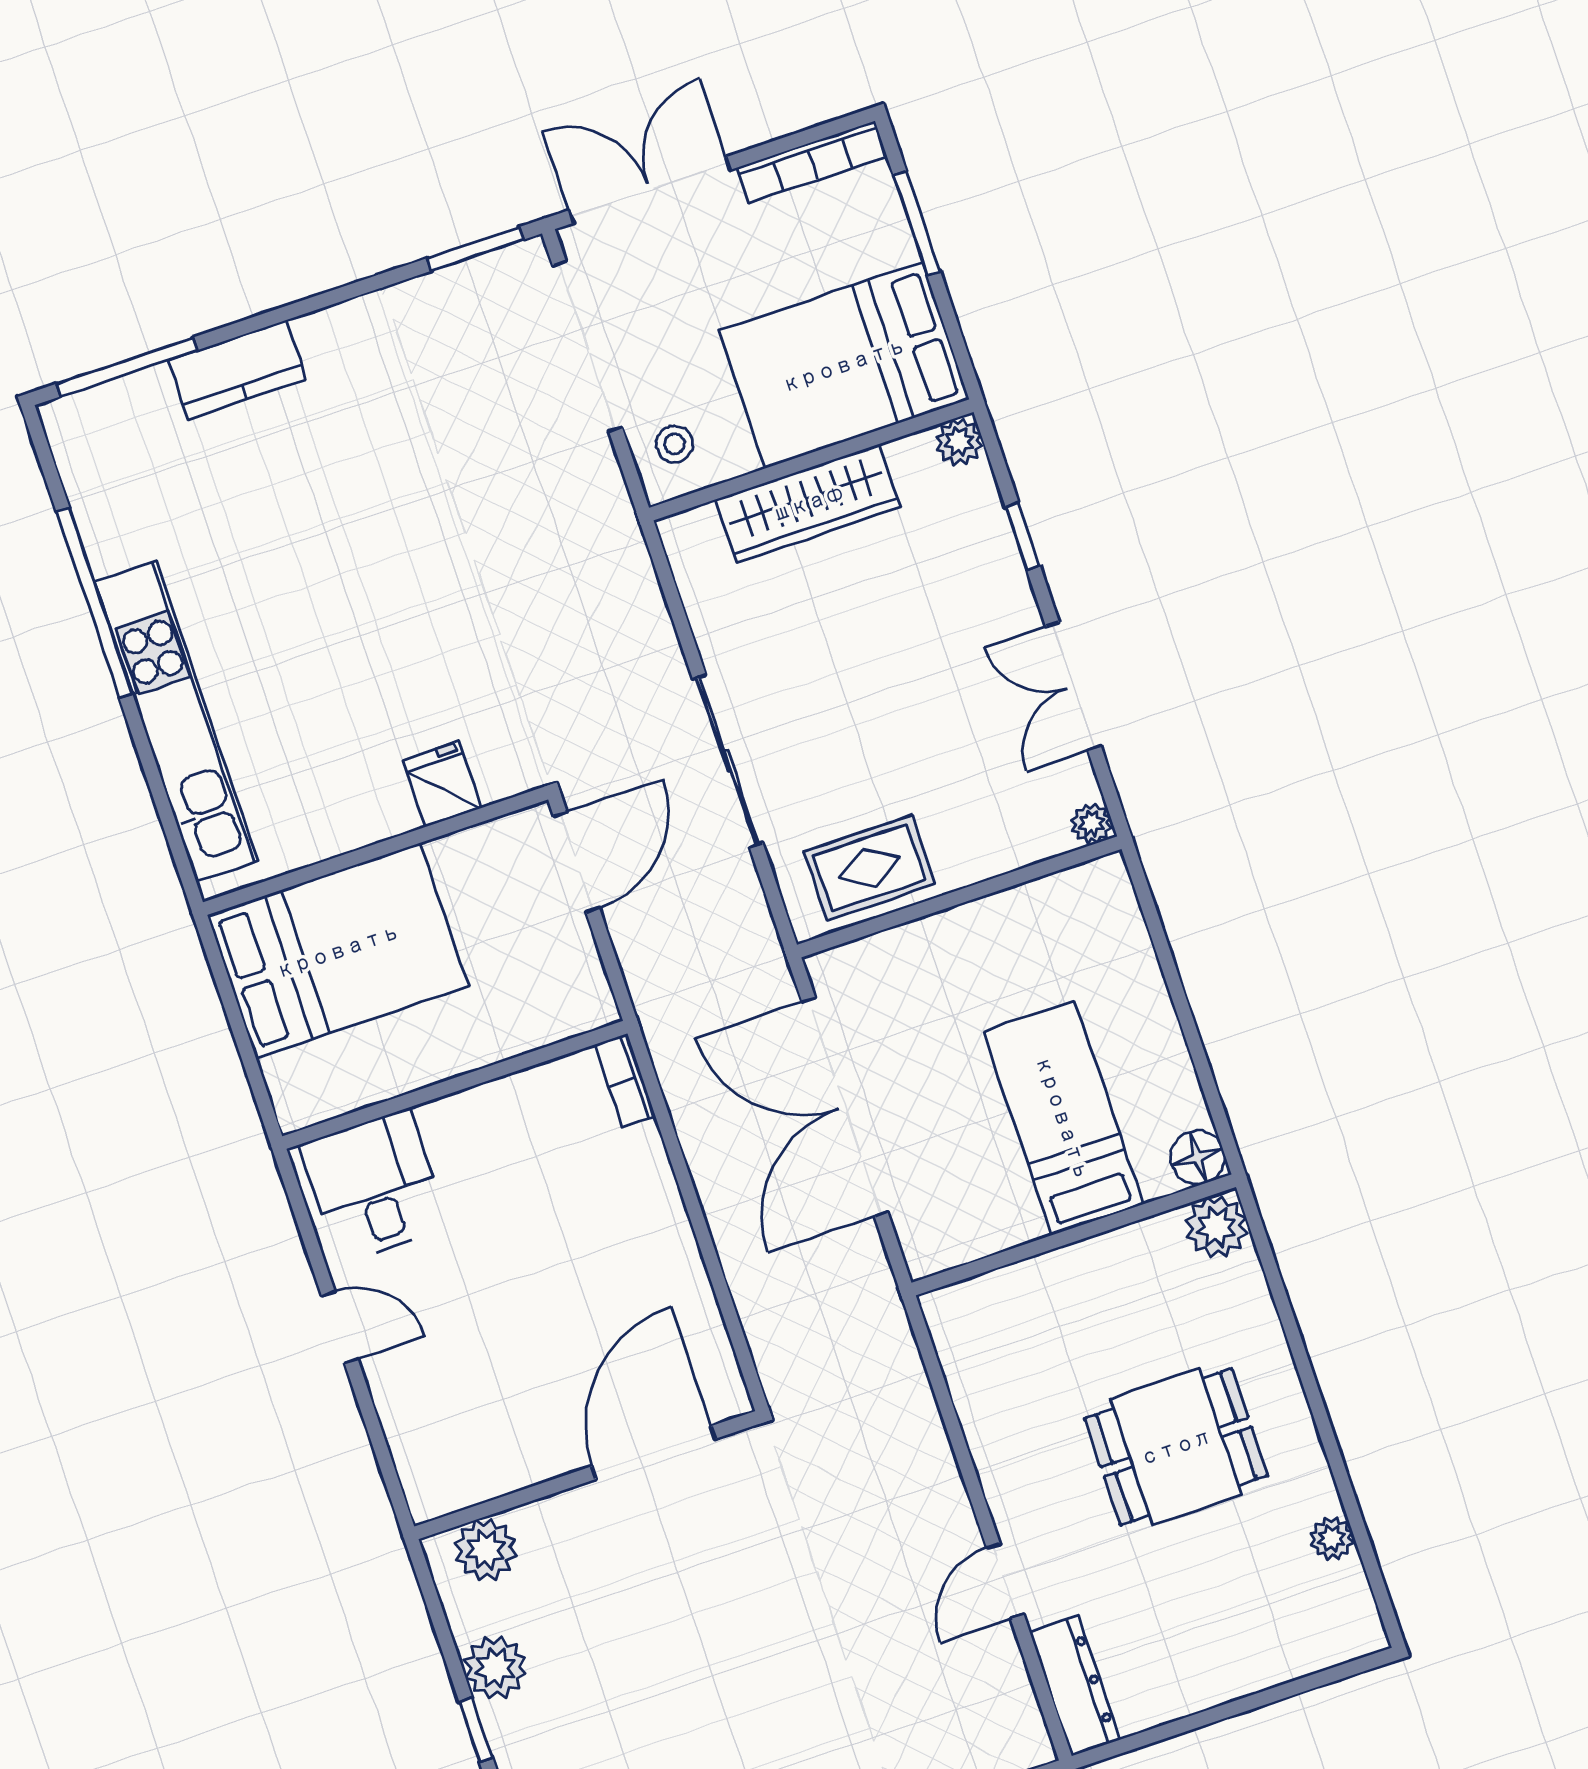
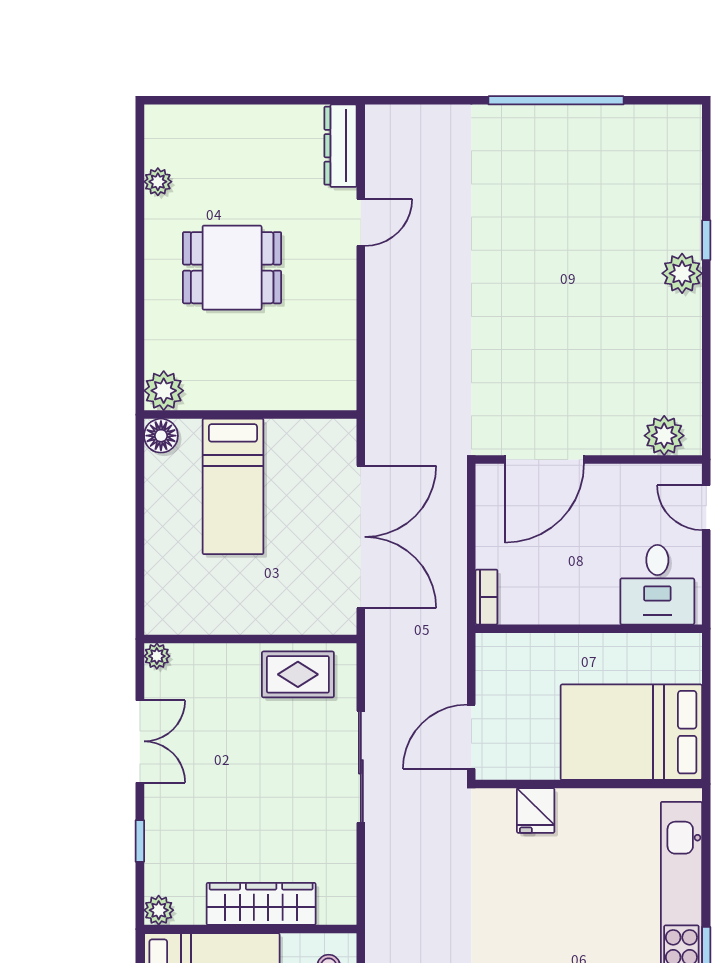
door: (654, 1452) -> (544, 459), moved
wall: (587, 1475) -> (589, 459), moved
plant: (485, 1550) -> (664, 436), moved

